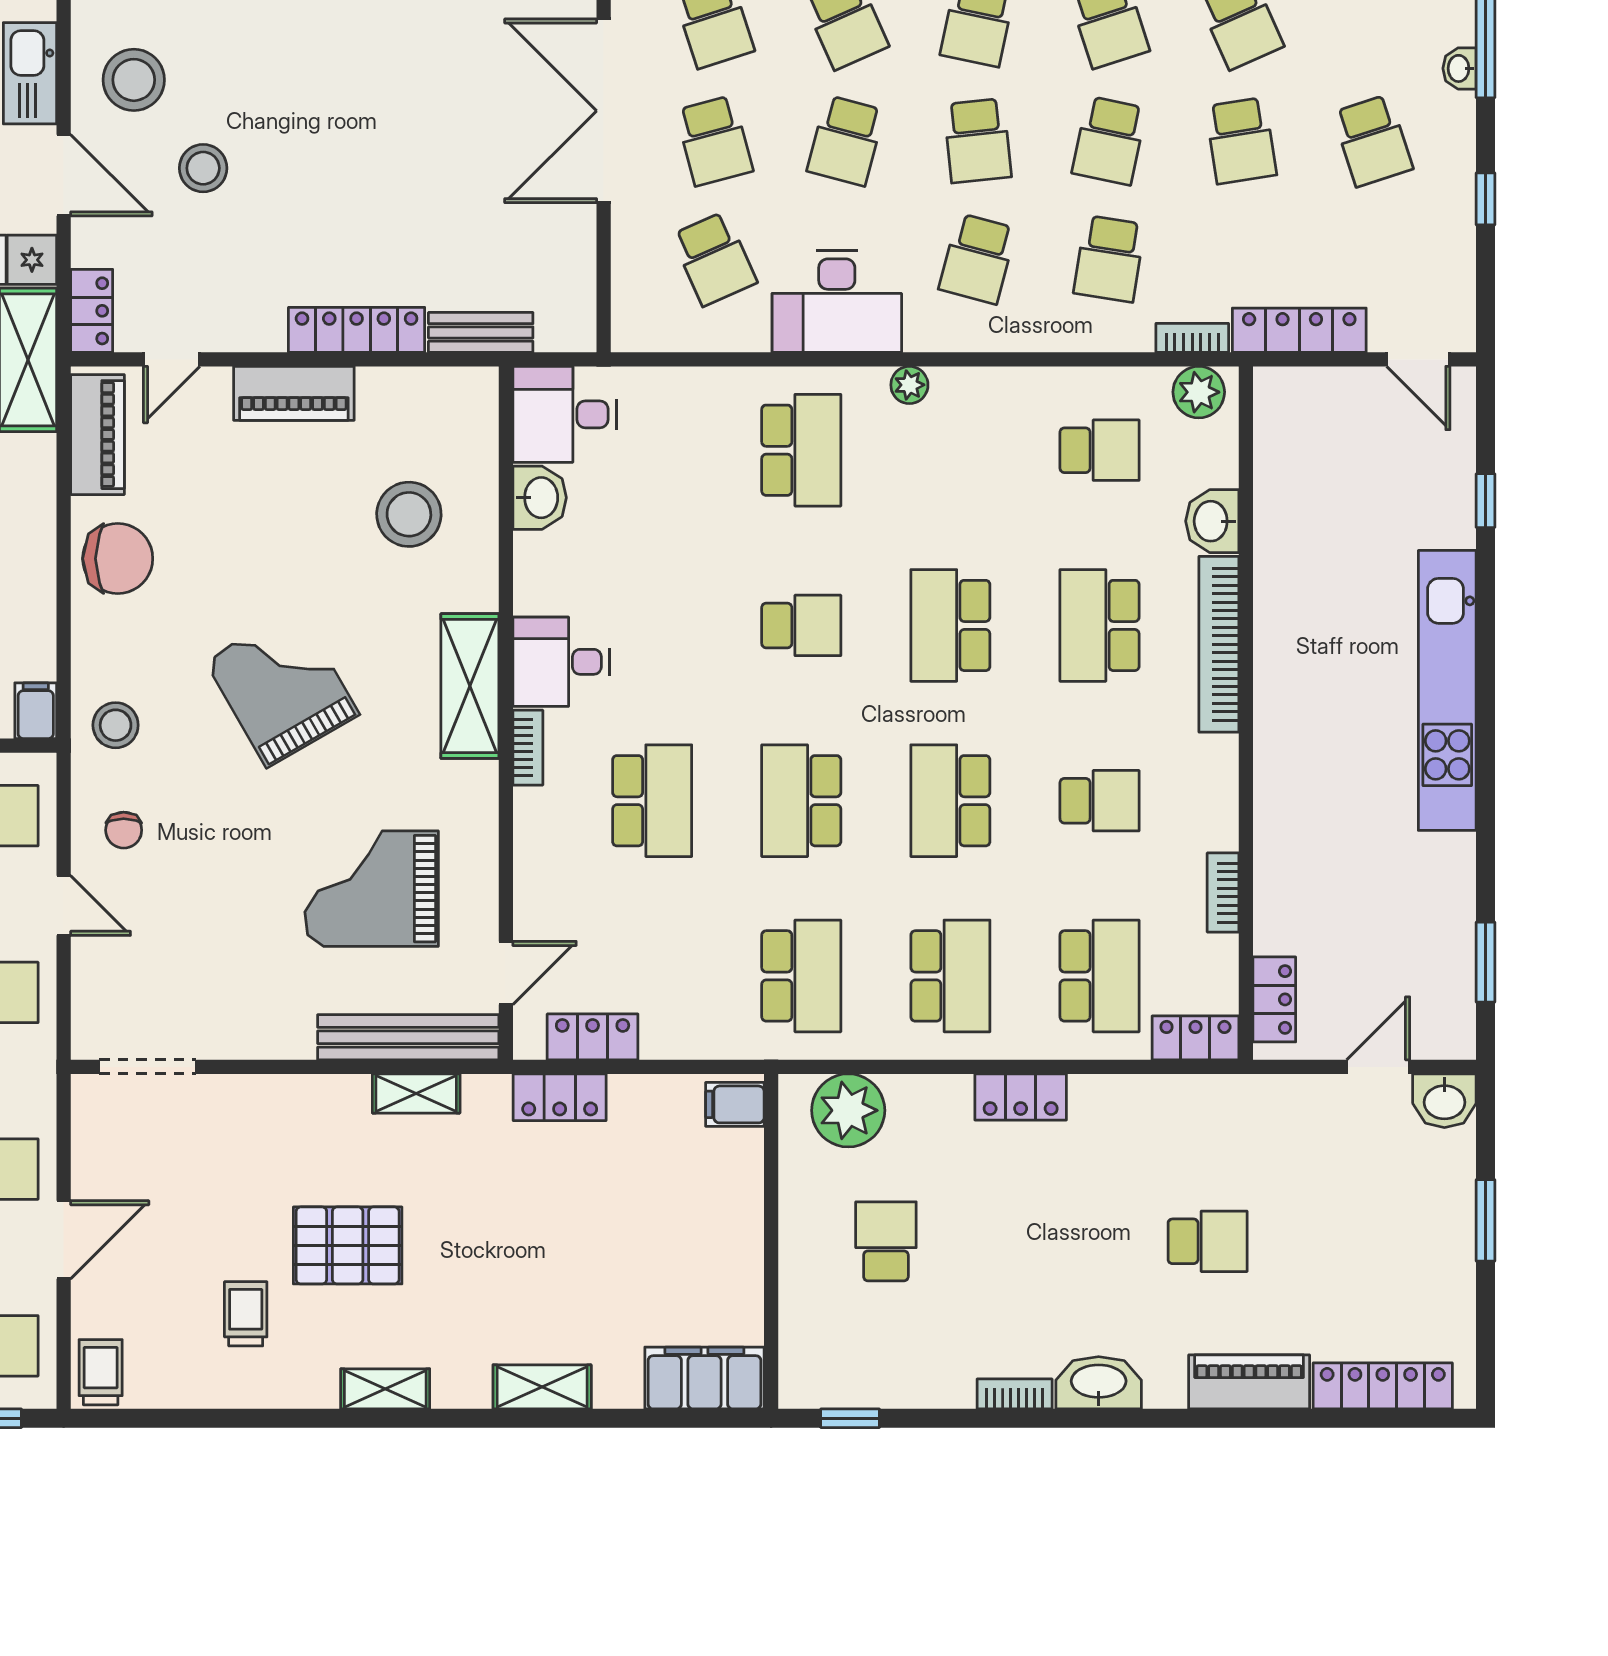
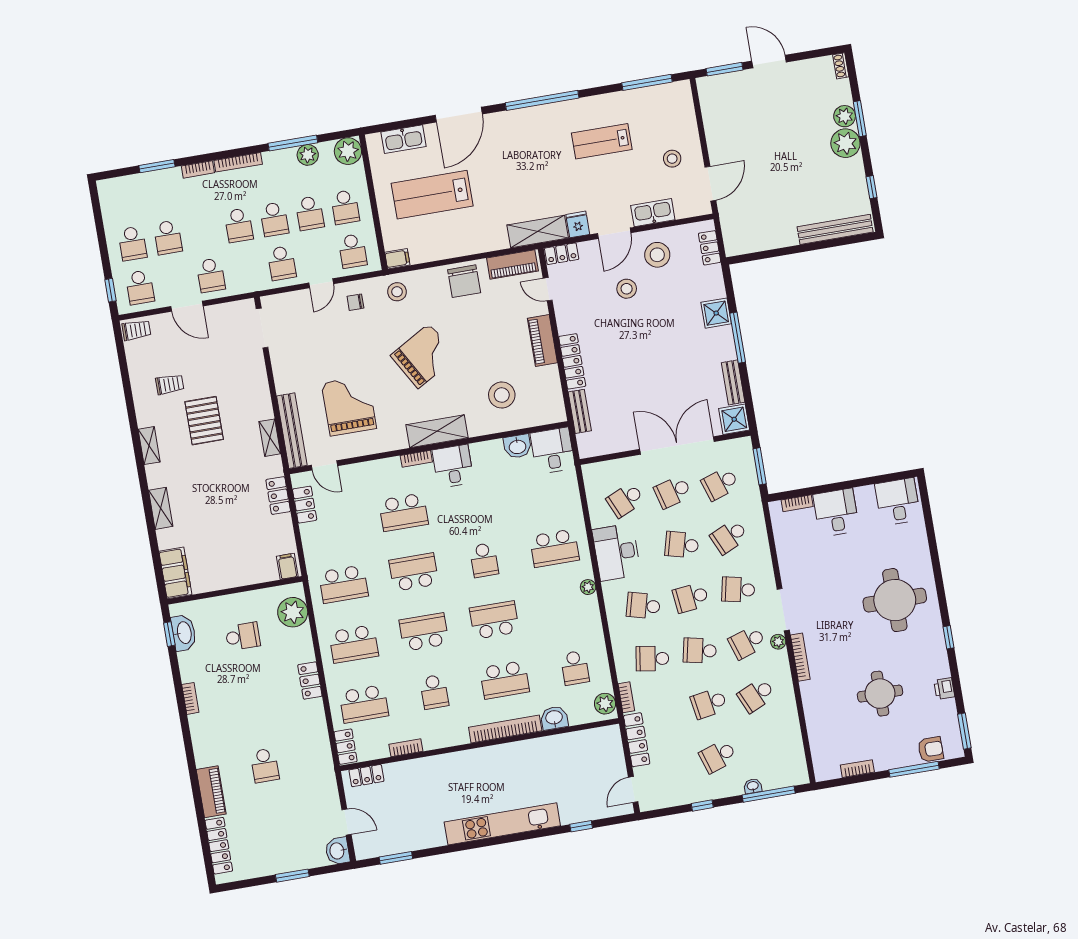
school desk: (1100, 625) -> (505, 680), turned 180
washbasin: (1099, 1383) -> (184, 633), moved

